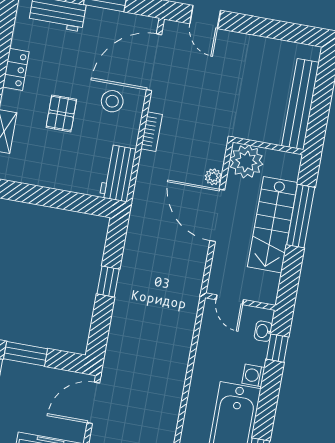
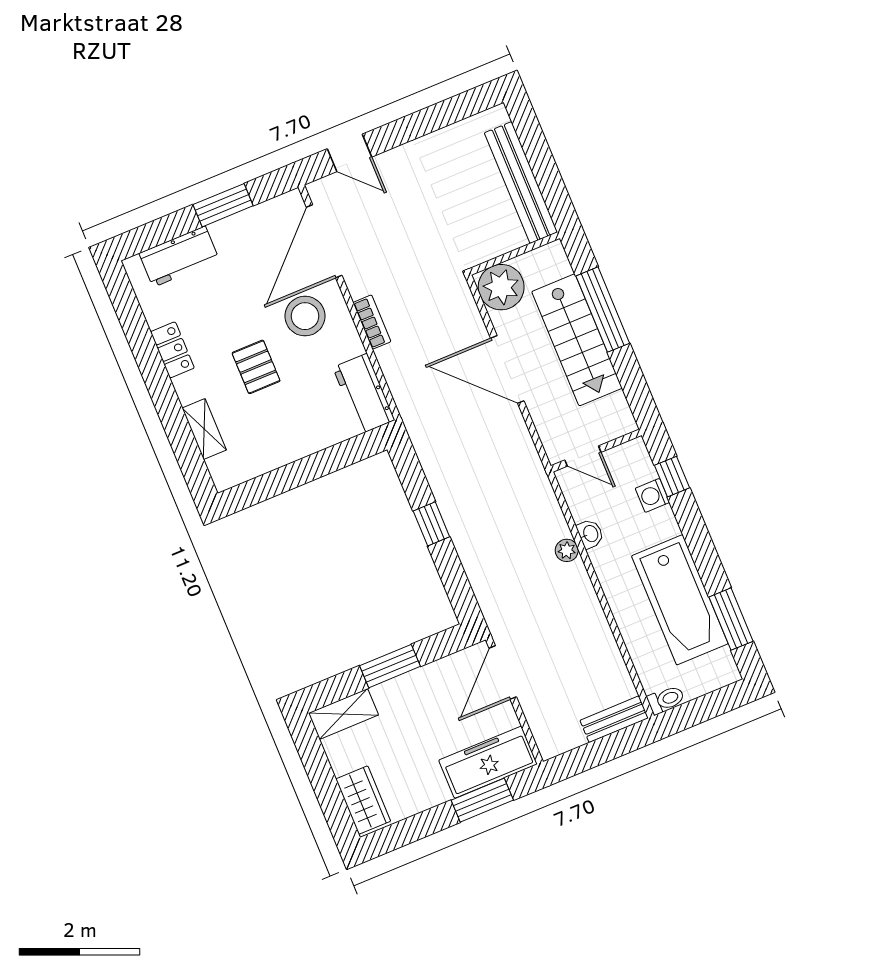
stool: (112, 101) -> (305, 316), width x1.38, depth x1.38
plant: (213, 177) -> (567, 550), moved
washbasin: (263, 331) -> (590, 534), moved, turned 180
washing machine: (253, 375) -> (652, 495), moved

